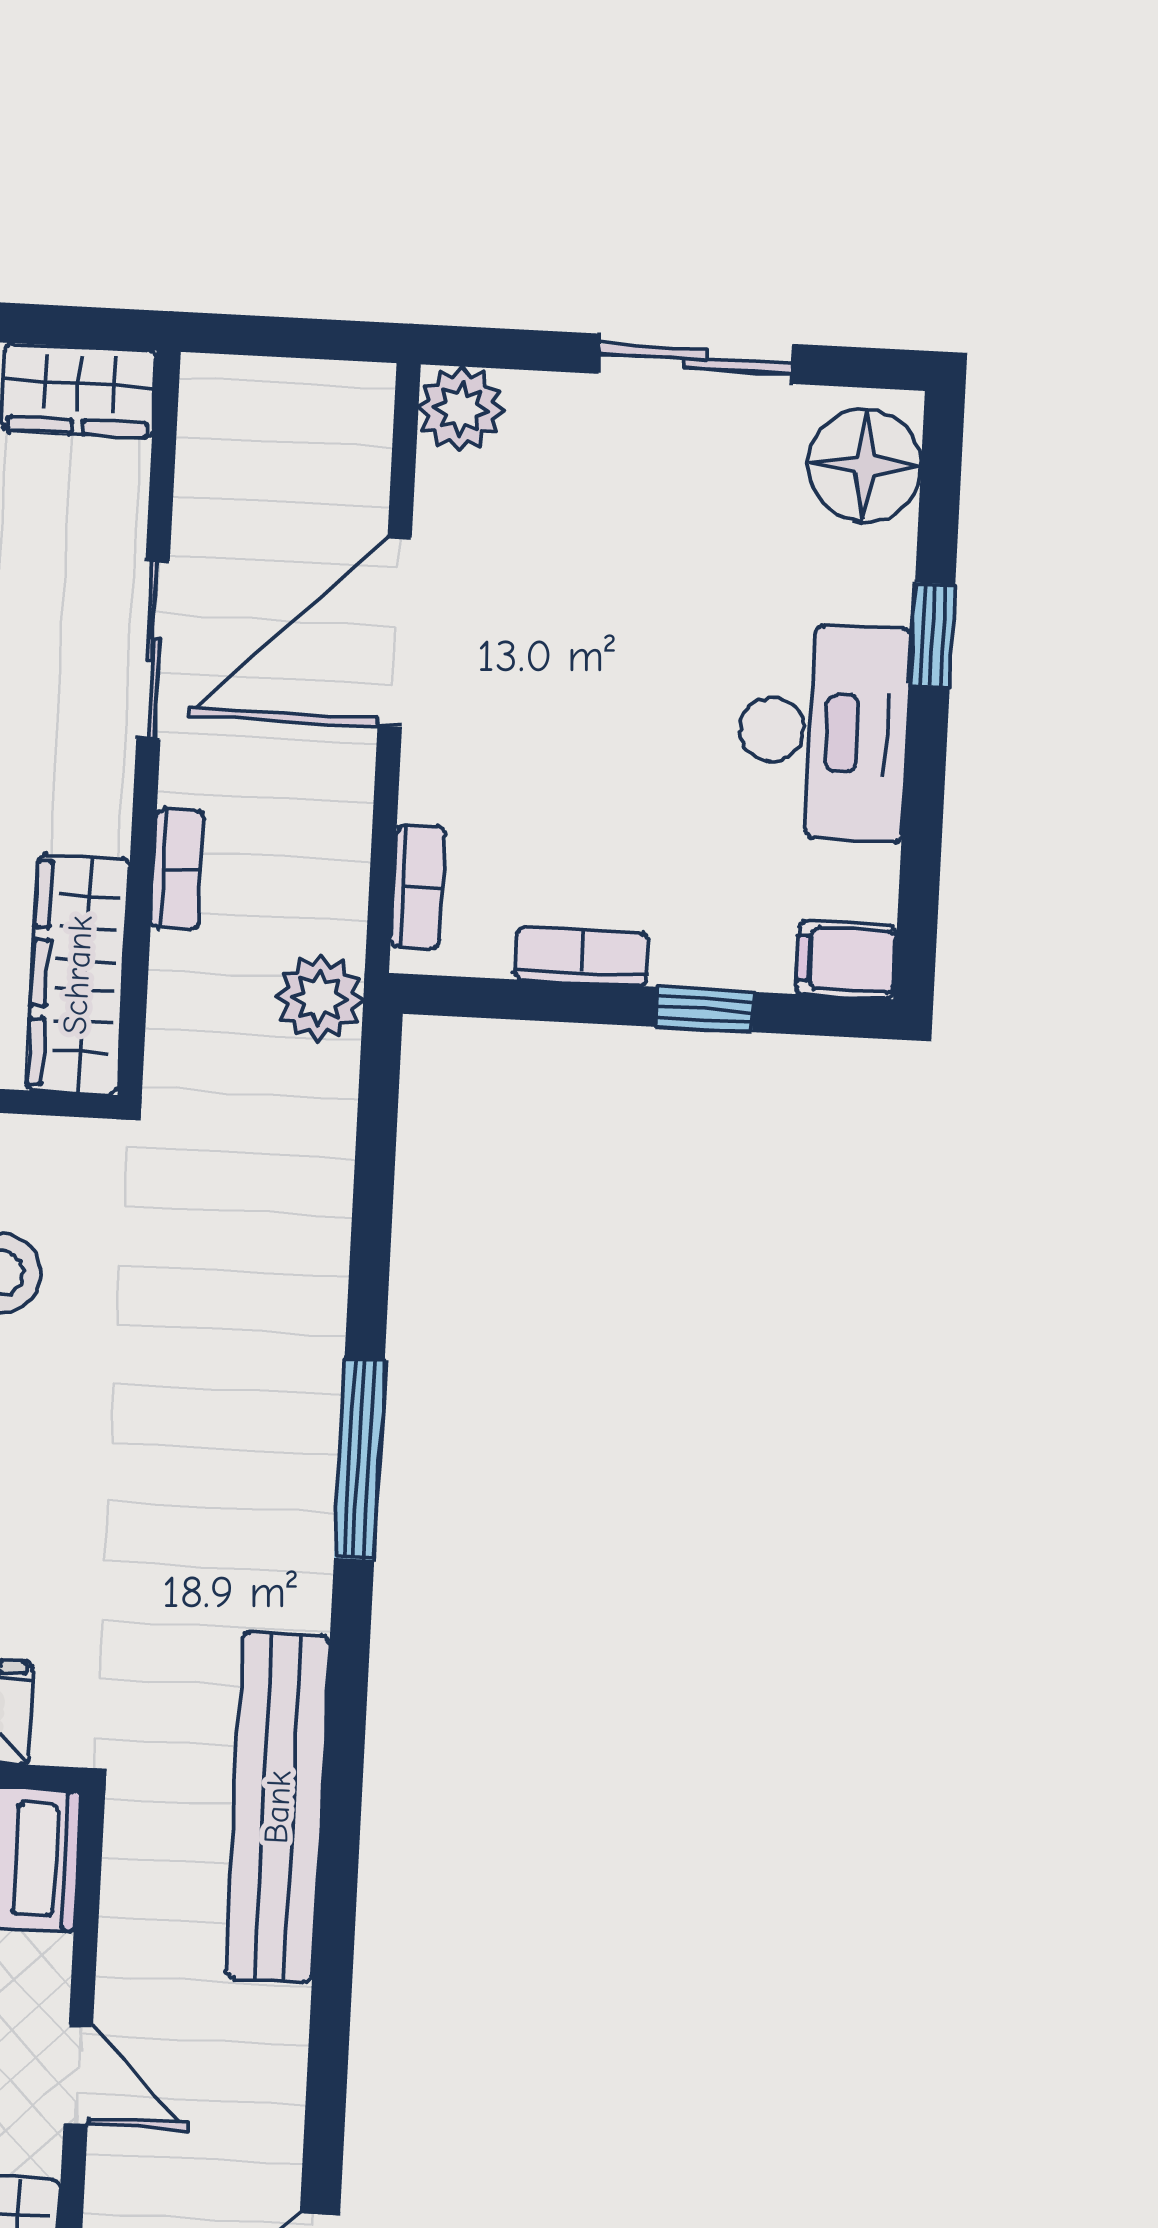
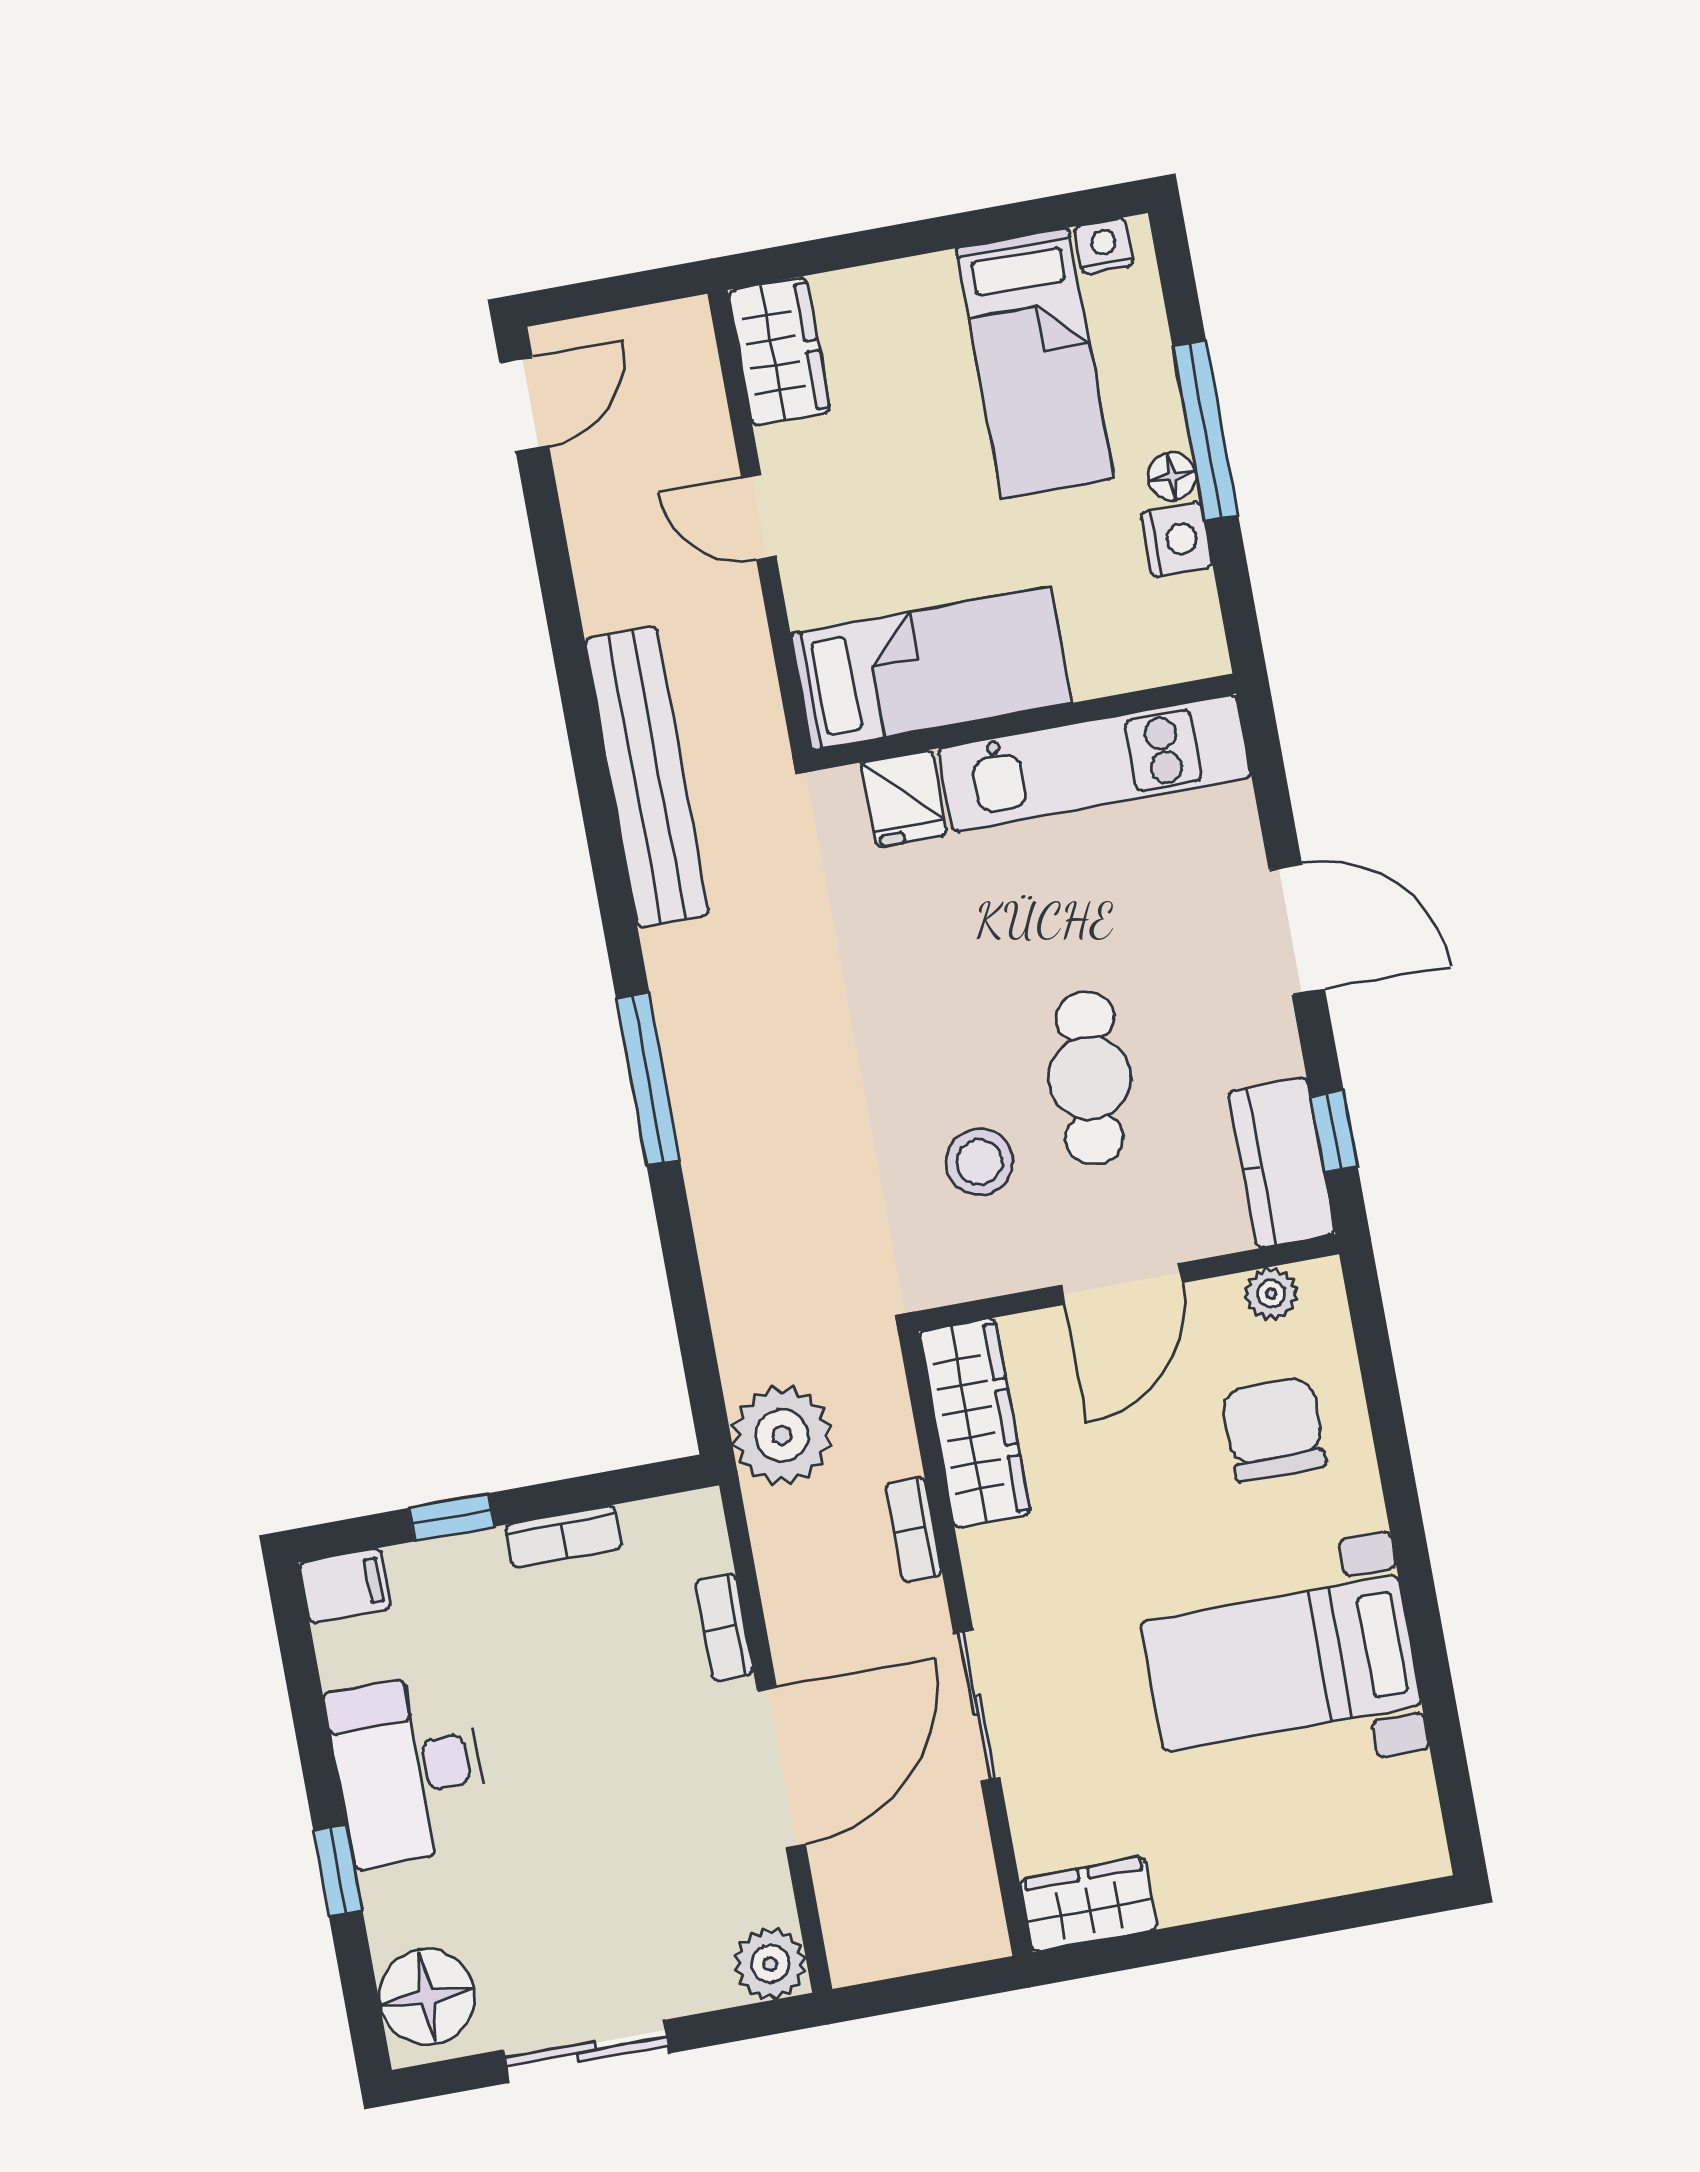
bookcase: (418, 887) -> (724, 1627), moved
plant: (320, 998) -> (782, 1435), width x1.36, depth x1.36

